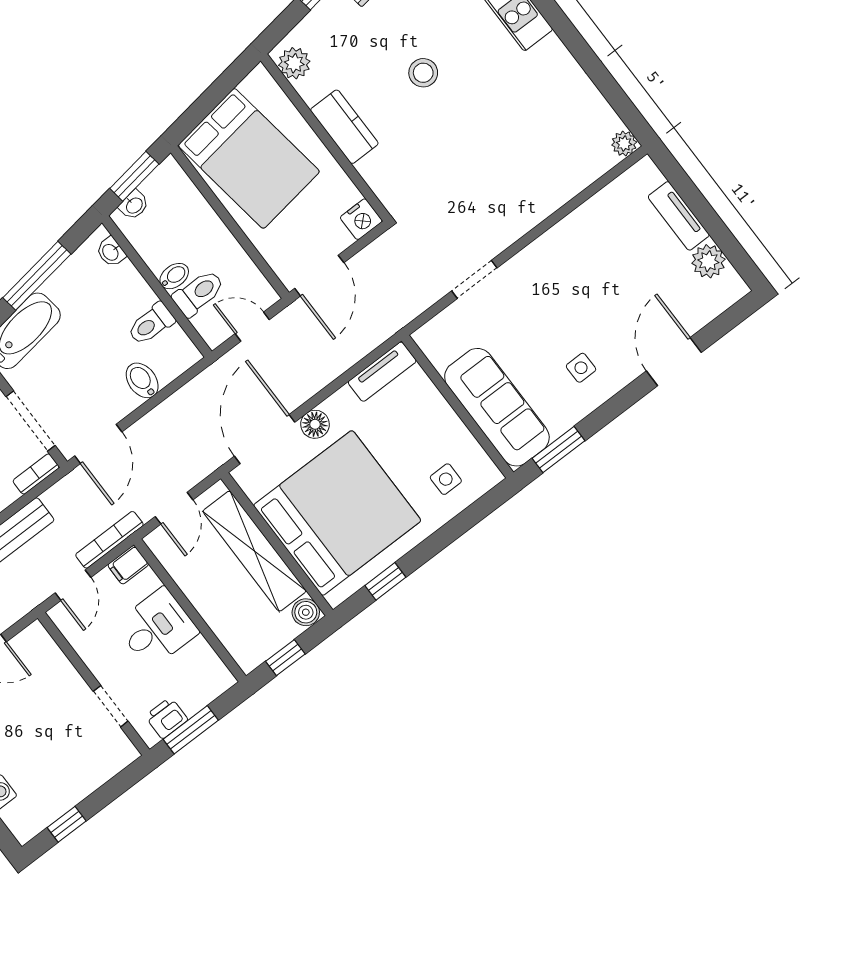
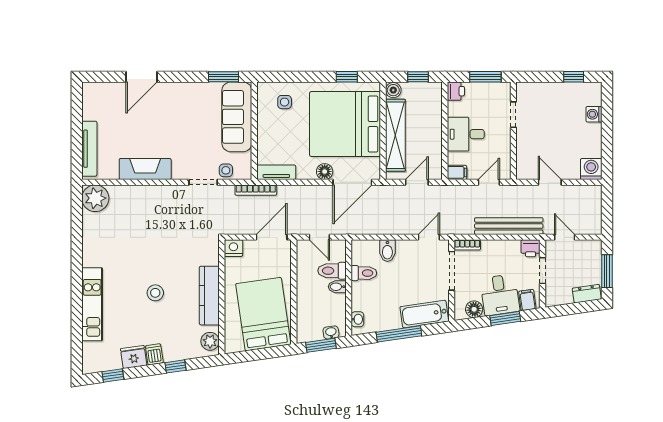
kitchen counter: (344, 127) -> (209, 296), width x1.50
plant: (624, 144) -> (95, 198), width x1.88, depth x1.88
tv unit: (679, 216) -> (89, 149), width x1.41
fireplace: (570, 236) -> (145, 169), added
plant: (708, 261) -> (91, 110), removed
side table: (581, 368) -> (226, 170), moved
door: (98, 444) -> (429, 237), width x0.73
bookcase: (109, 540) -> (256, 190), moved
printer: (167, 718) -> (456, 91), moved, turned -90

